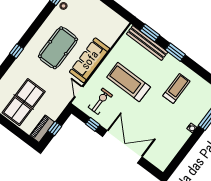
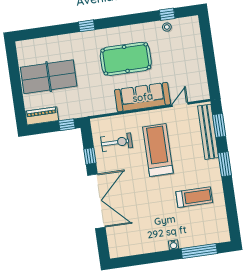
door: (79, 92) -> (180, 104), moved
window: (55, 129) -> (67, 125), moved

